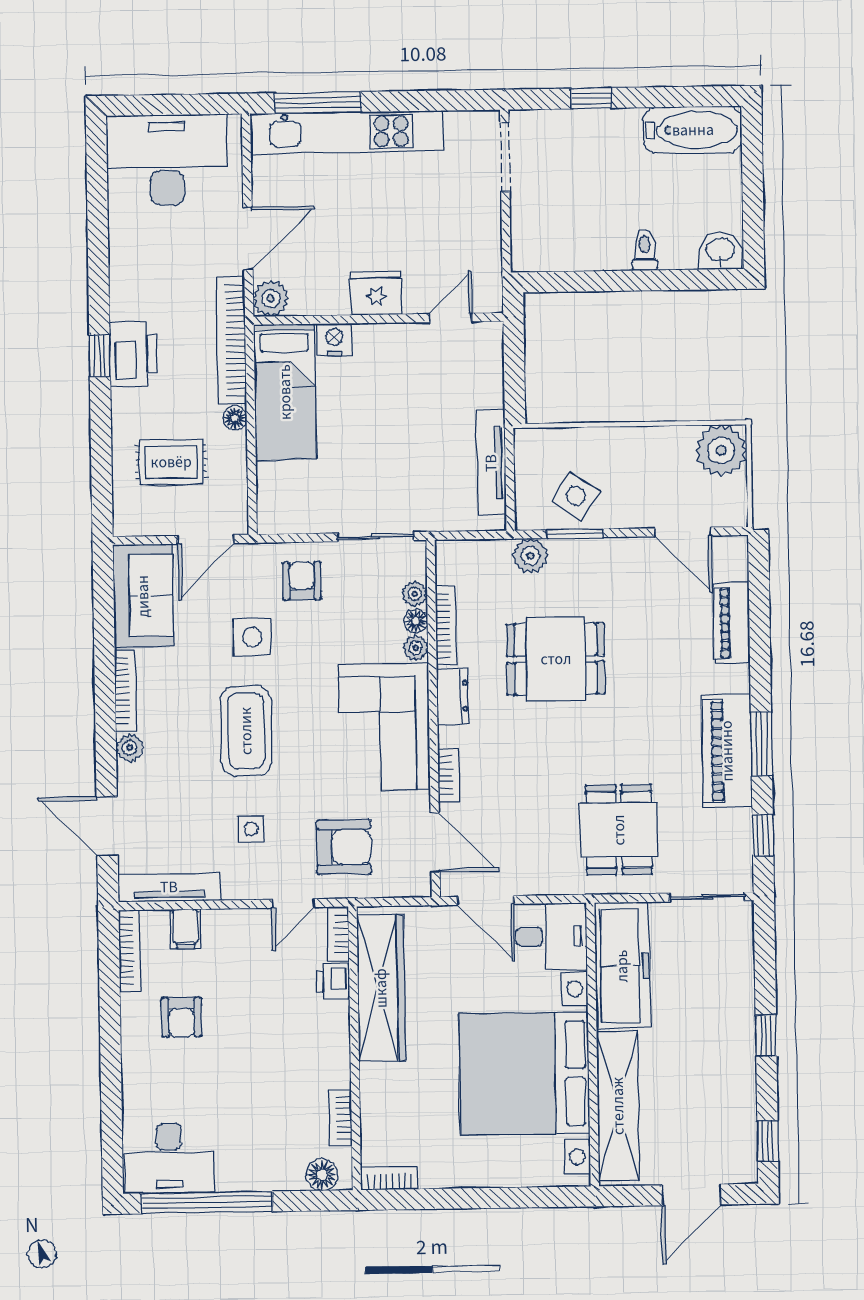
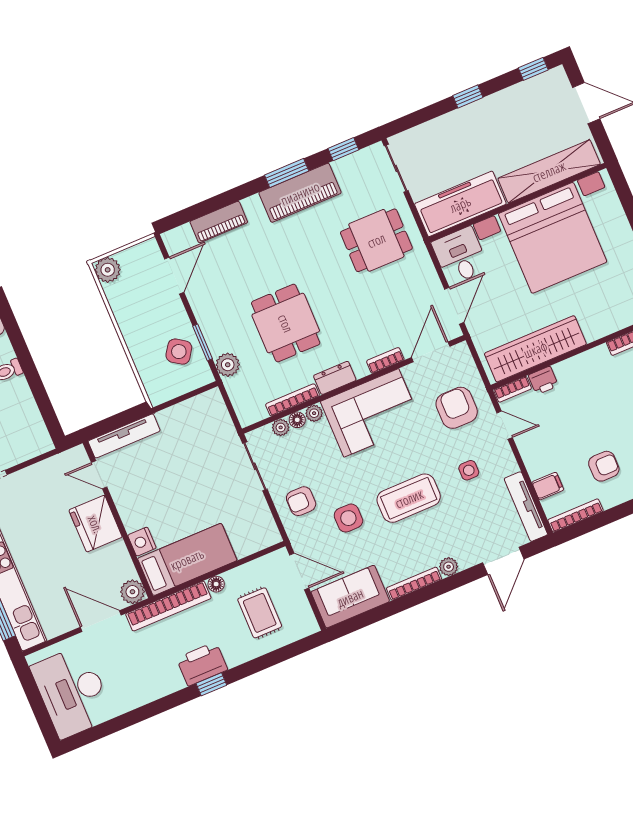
fridge: (376, 293) -> (96, 524), width x1.36, depth x1.34
plant: (721, 450) -> (108, 270), width x0.73, depth x0.73
tv unit: (491, 463) -> (124, 436), moved

